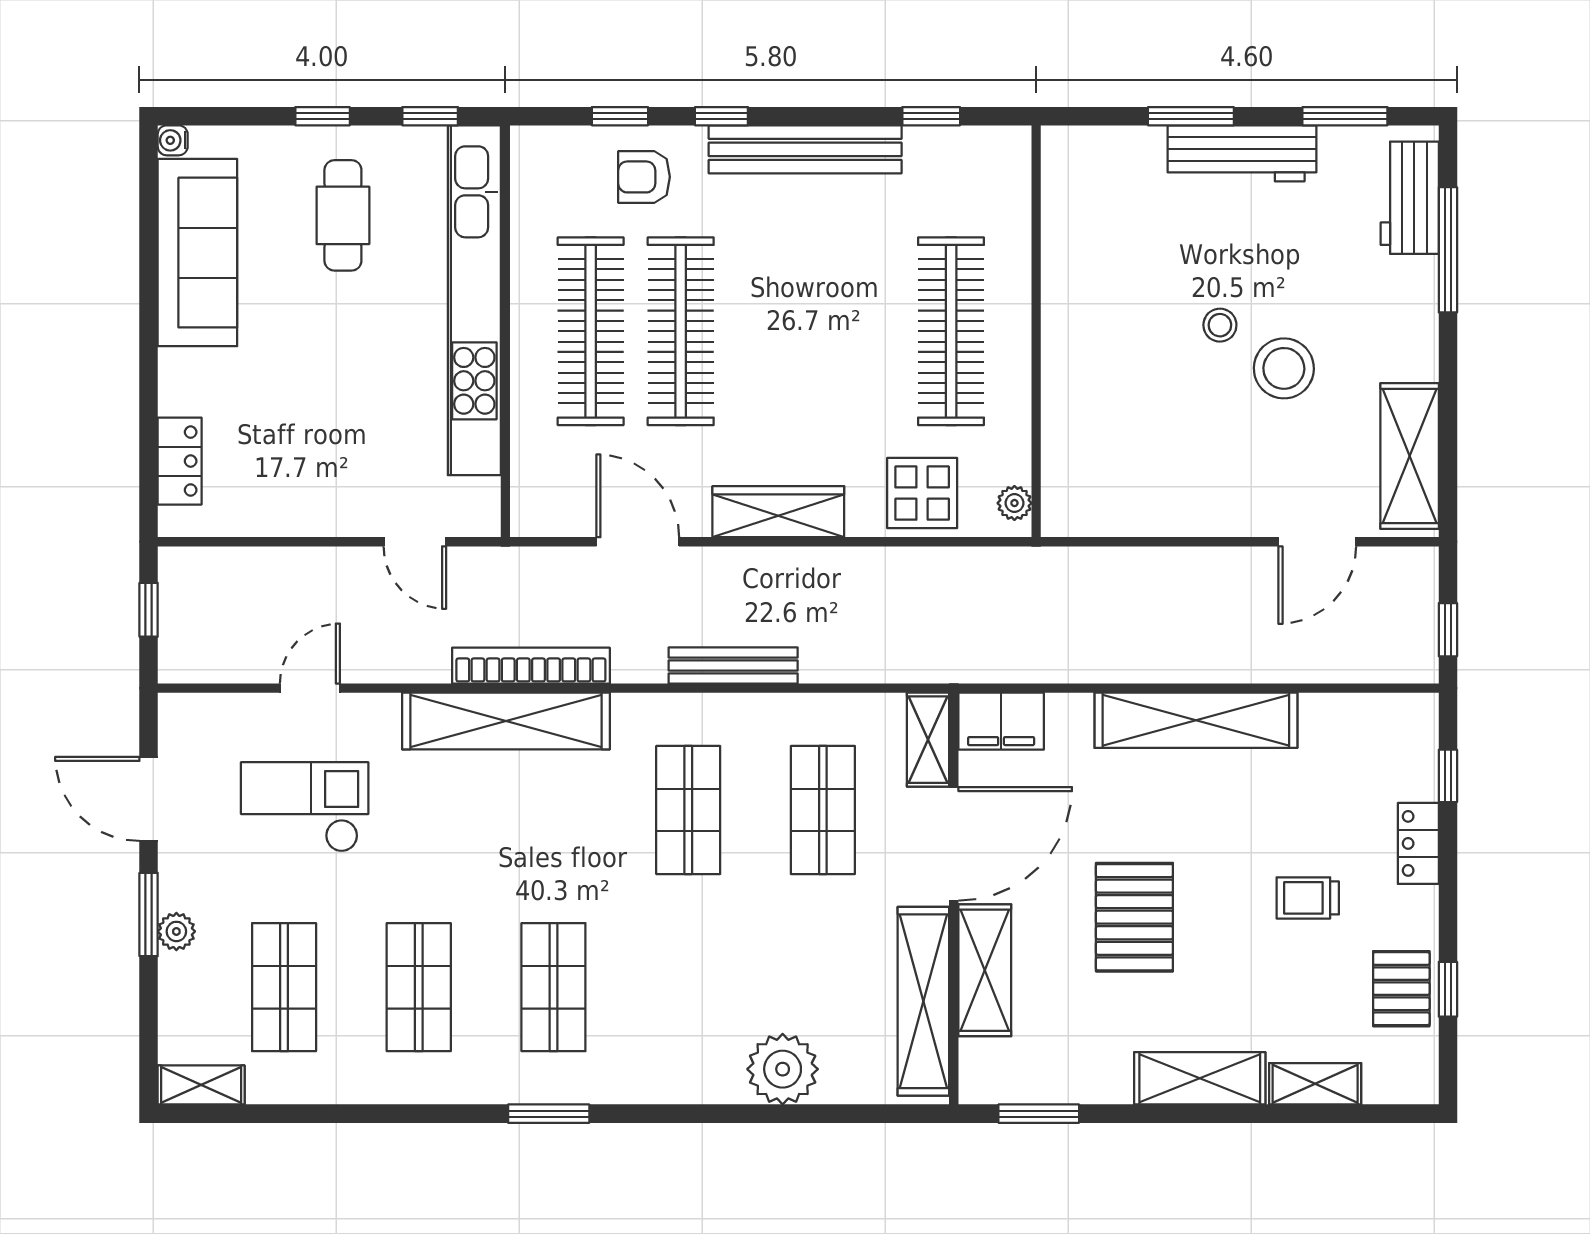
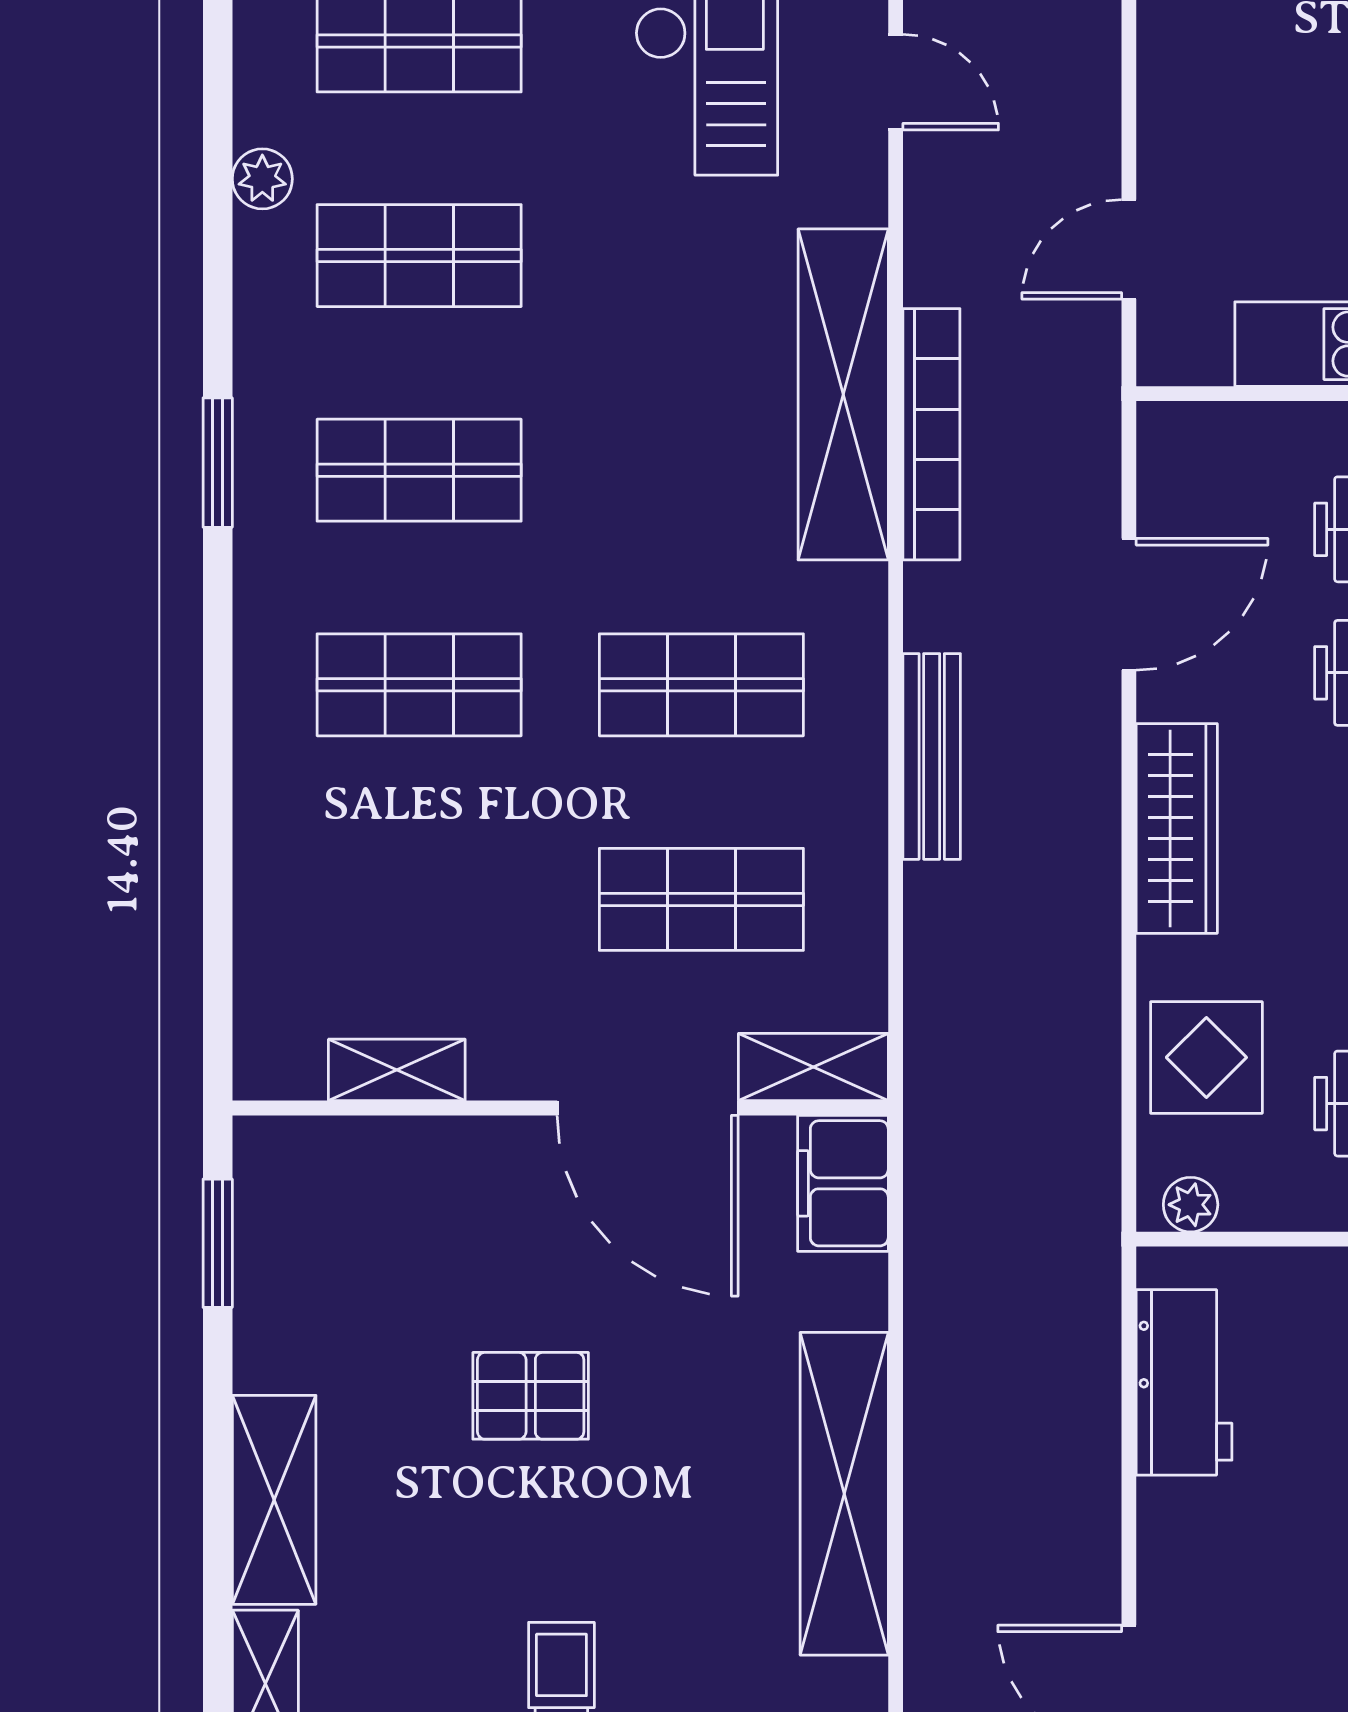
workbench: (1126, 507) -> (1184, 1382), added
pallet: (1134, 917) -> (531, 1396), width x0.67, depth x0.71
shelving: (985, 970) -> (446, 1157), removed
shop shelf: (688, 987) -> (419, 685), added
shelving: (923, 1001) -> (397, 1070), width x0.45, depth x0.75
plant: (783, 1069) -> (262, 179), moved, width x0.53, depth x0.53

